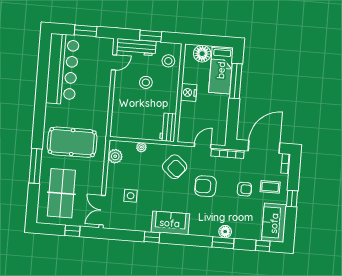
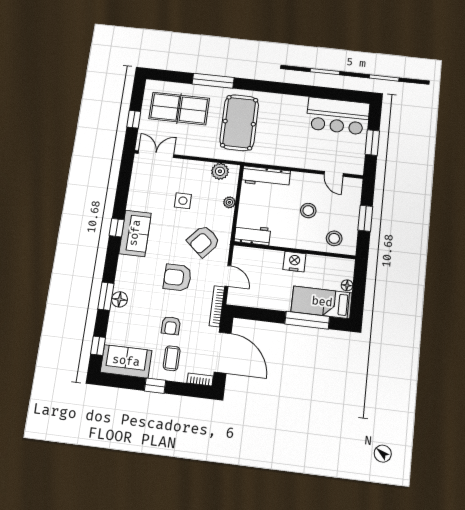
workbench: (136, 47) -> (266, 177), moved, turned -90
floor lamp: (202, 54) -> (347, 285), width x0.53, depth x0.53
bar counter: (62, 69) -> (338, 116), width x0.73
armchair: (205, 186) -> (177, 277), turned -90
side table: (131, 196) -> (183, 201), moved
window: (152, 237) -> (117, 228), moved

